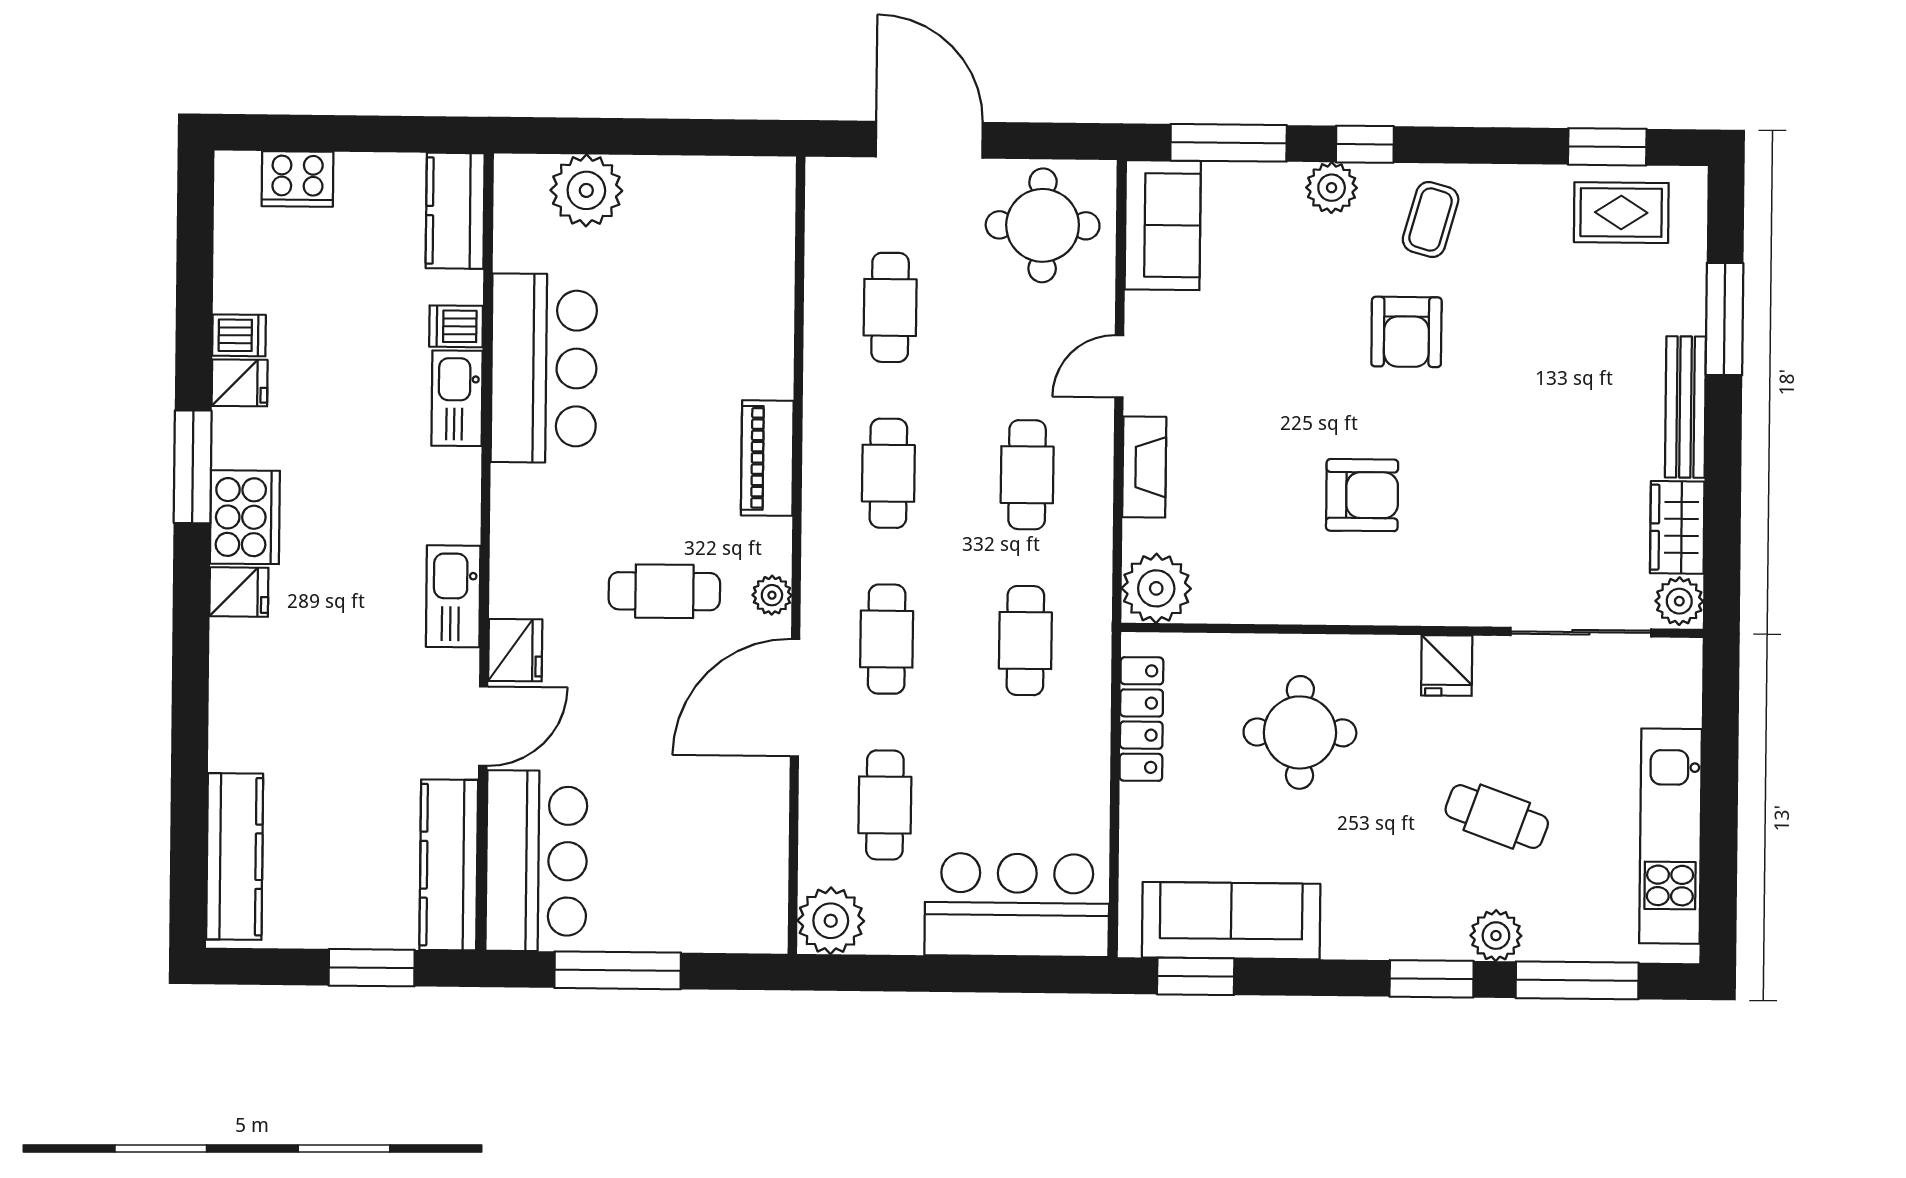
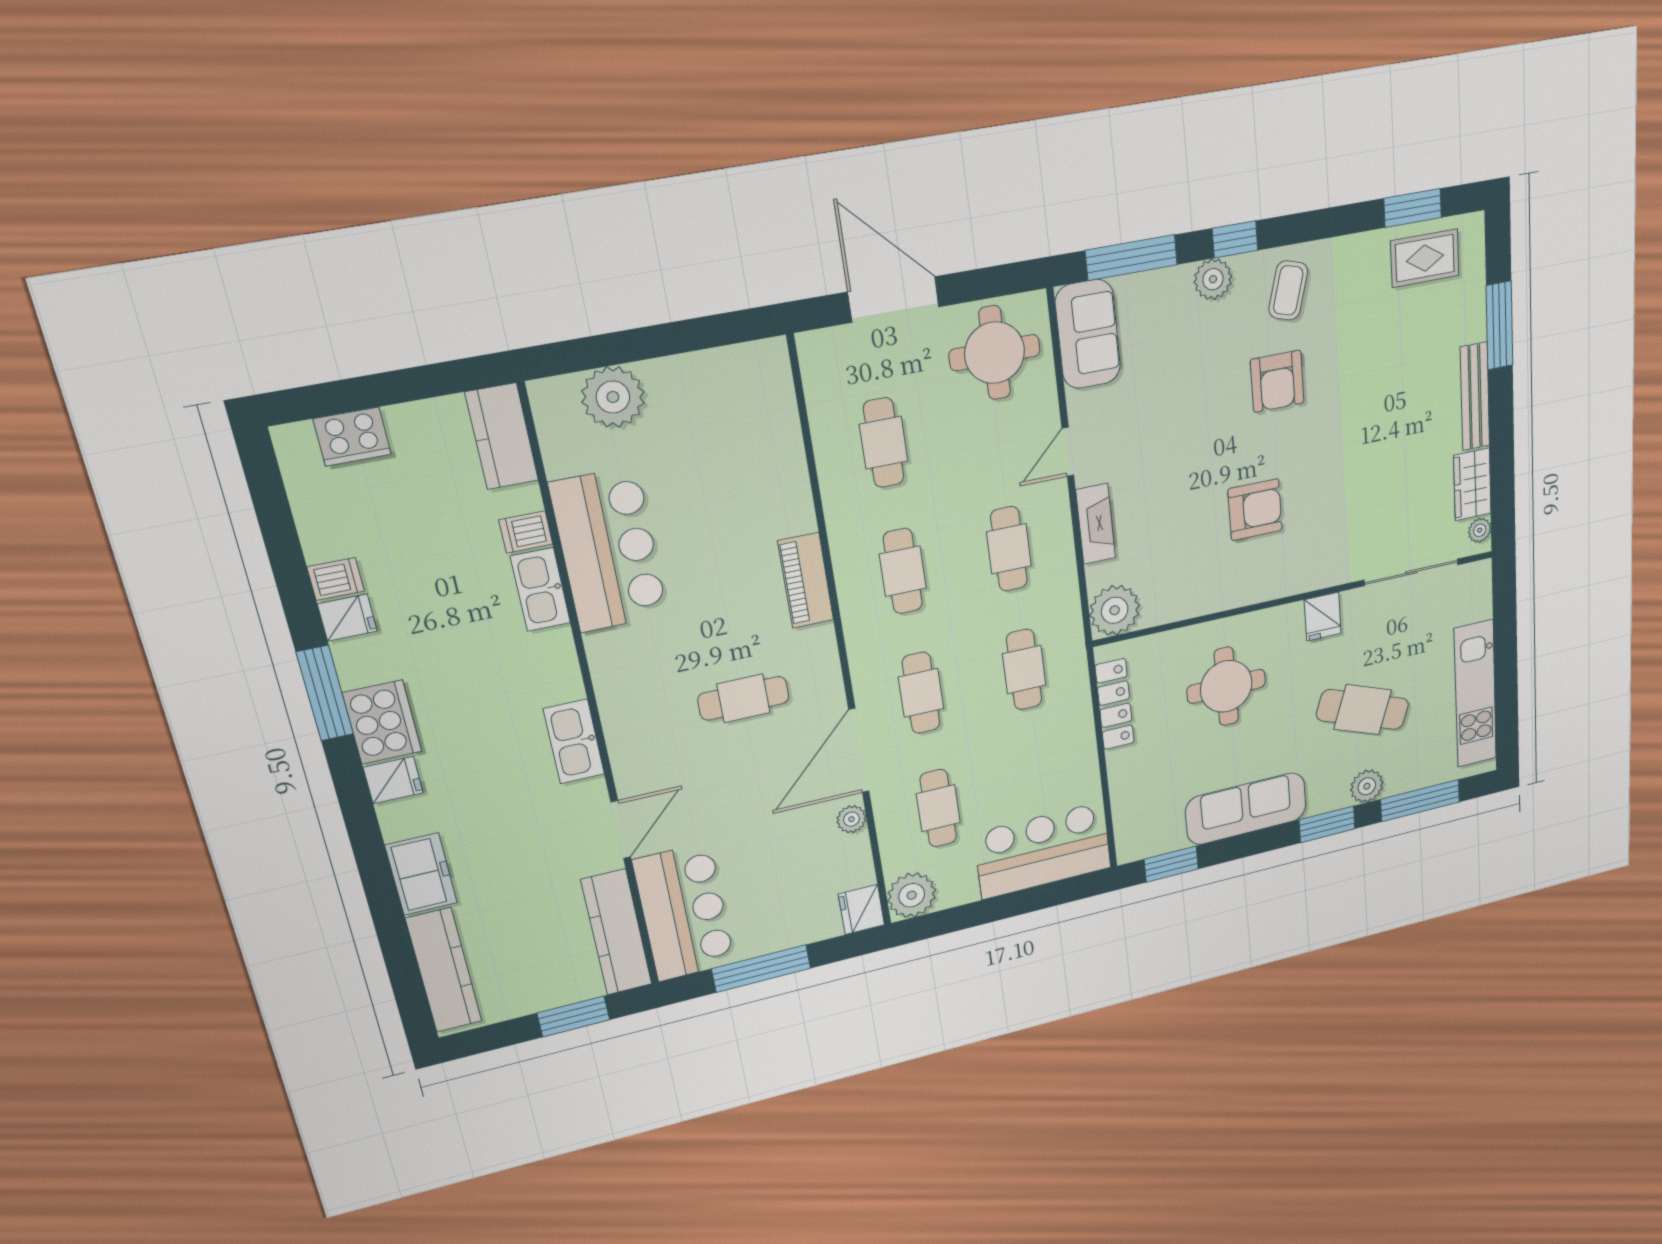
plant: (772, 595) -> (851, 819), moved
plant: (1679, 601) -> (1480, 530), width x0.73, depth x0.73
fridge: (515, 650) -> (861, 909), moved, turned 180
freezer: (240, 721) -> (421, 874), added
cafe table: (1497, 817) -> (1363, 710), width x1.37, depth x1.35
sofa: (1231, 921) -> (1246, 809), moved

